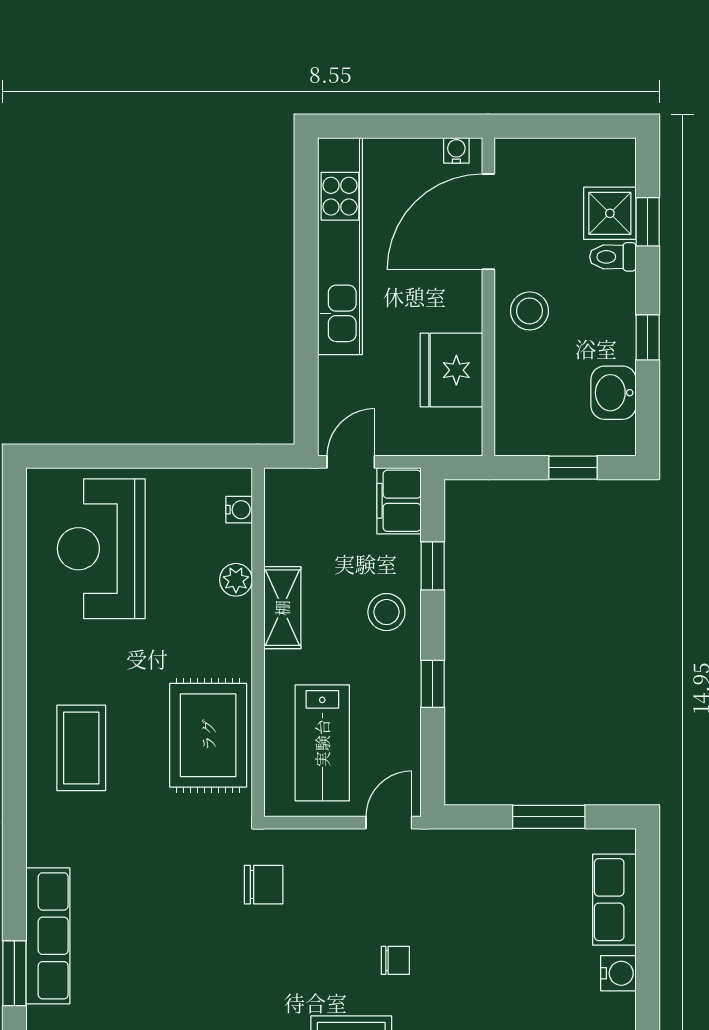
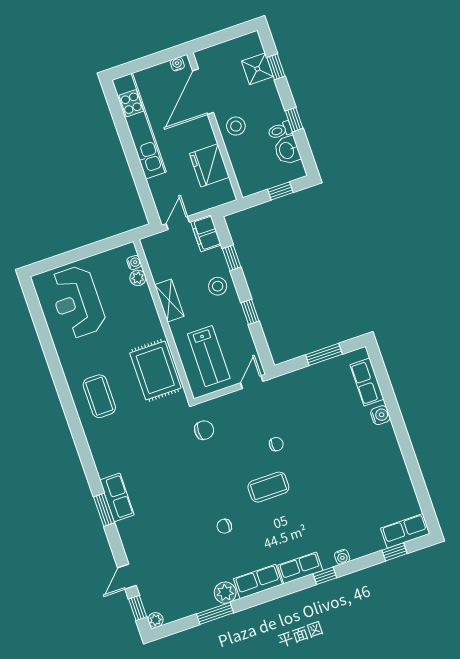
toilet: (613, 257) -> (280, 130), moved
plant: (236, 580) -> (138, 278), moved
row of seats: (48, 936) -> (117, 497), width x0.68

